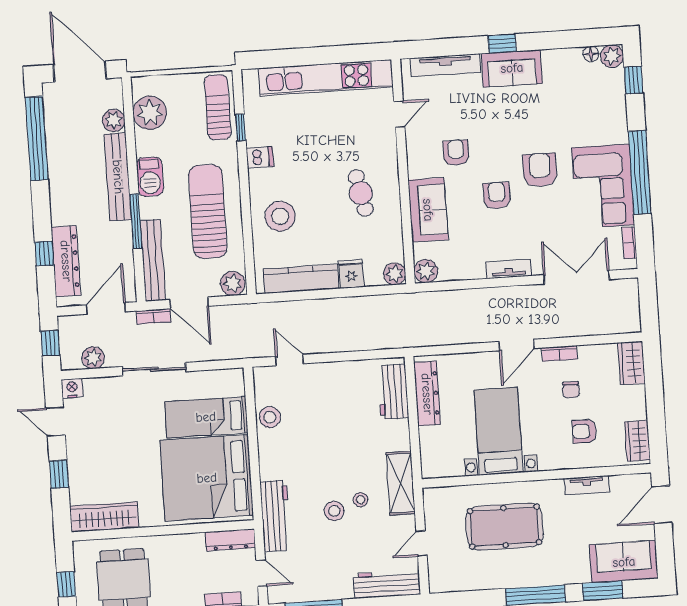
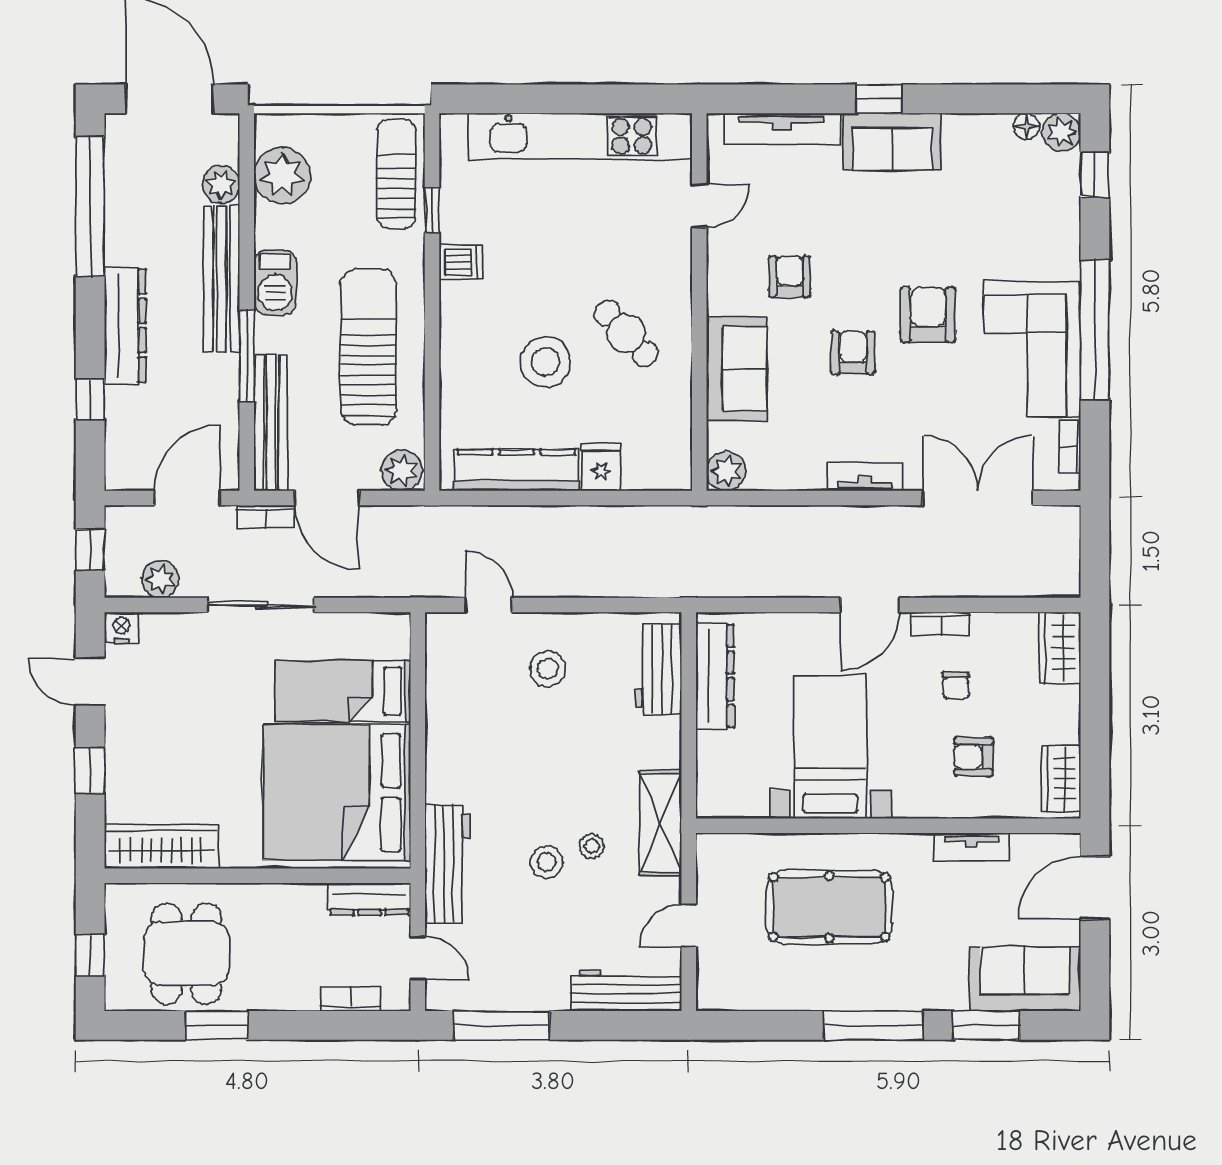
cafe table: (361, 193) -> (626, 333), turned -31
stool: (280, 216) -> (545, 362), moved
dresser: (66, 261) -> (125, 326), moved
plant: (395, 274) -> (674, 472), removed
stool: (270, 417) -> (548, 669), moved

